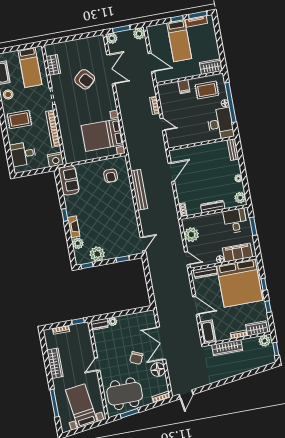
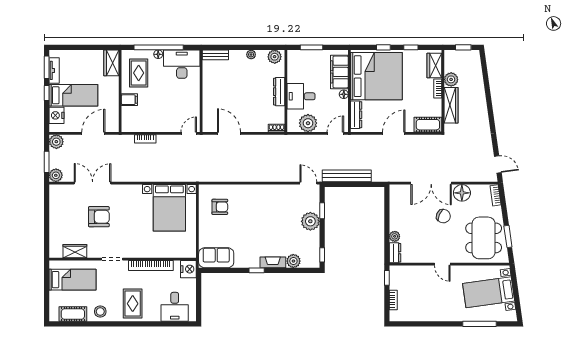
nightstand: (160, 30) -> (57, 115), added
armchair: (85, 79) -> (99, 217), turned 41
door: (163, 124) -> (189, 133), moved
bench: (139, 190) -> (347, 176), moved
desk: (235, 221) -> (301, 96), moved
plant: (97, 254) -> (310, 221), moved
plant: (264, 341) -> (451, 79), moved
wardrobe: (55, 363) -> (432, 315), removed

